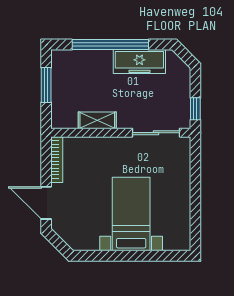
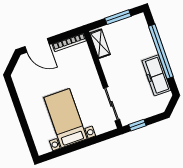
shelving: (97, 120) -> (100, 44), moved
door: (46, 203) -> (37, 45), swing flipped
bed with nightstands: (131, 214) -> (65, 118), moved, turned -90

